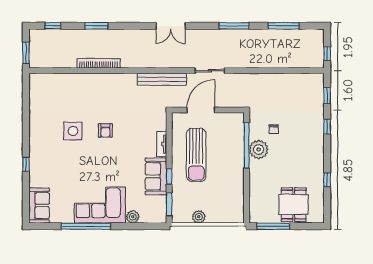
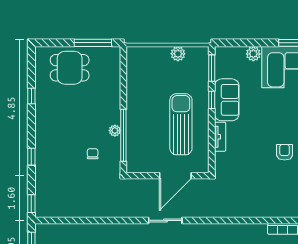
bench: (162, 79) -> (220, 211), removed
window: (327, 96) -> (31, 204), moved
plant: (259, 149) -> (115, 131), width x0.53, depth x0.53
dining table: (294, 205) -> (70, 68), turned 90

